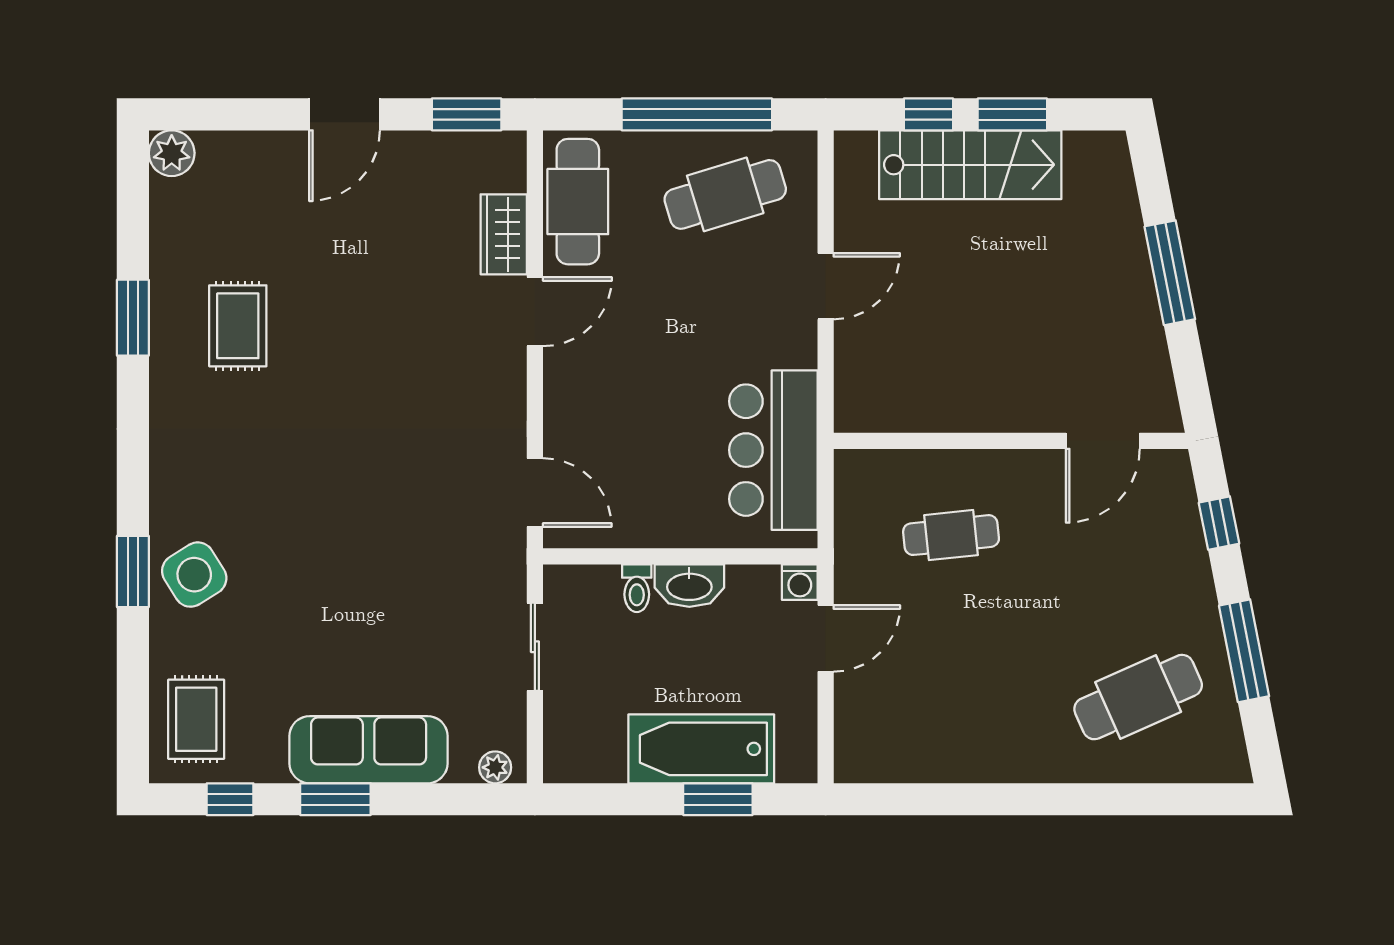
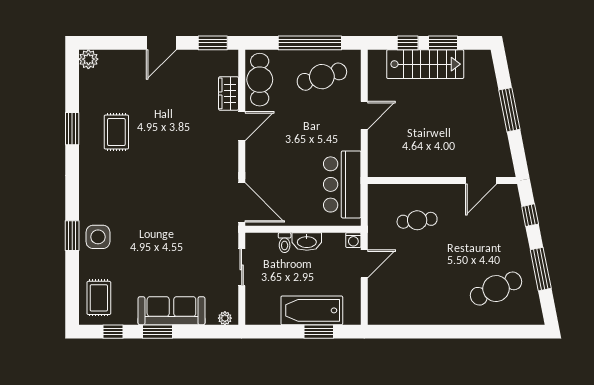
door: (535, 492) -> (242, 202), width x1.36
side table: (194, 575) -> (98, 237), turned 32

